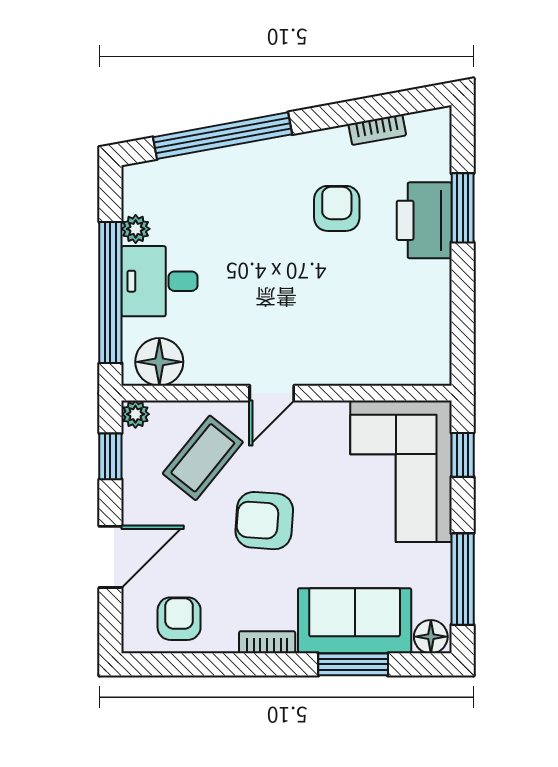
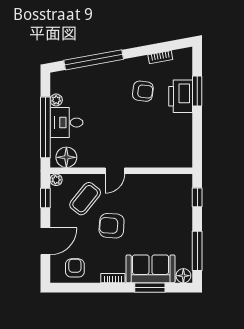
armchair: (337, 208) -> (143, 91), turned 97
corner sofa: (401, 471) -> (171, 204), removed

